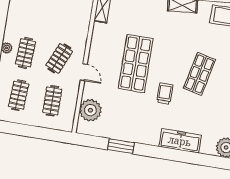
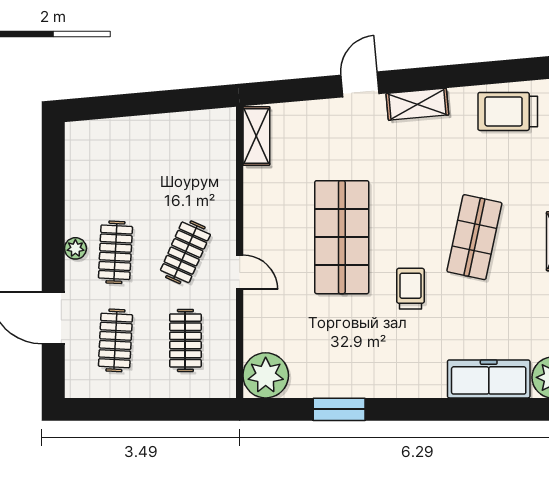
plant: (90, 110) -> (266, 375), moved
freezer: (180, 141) -> (489, 379), moved

